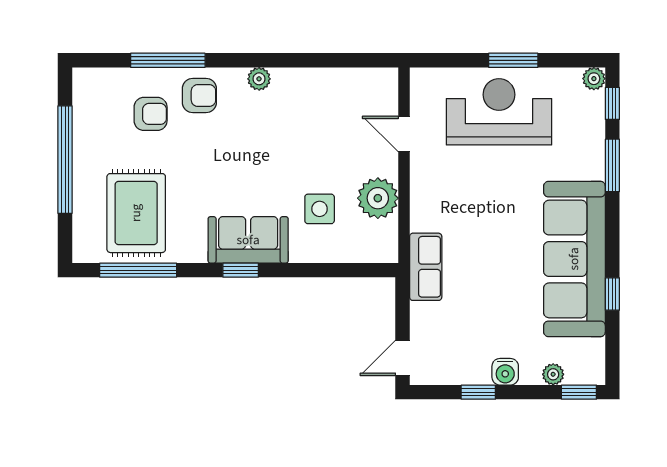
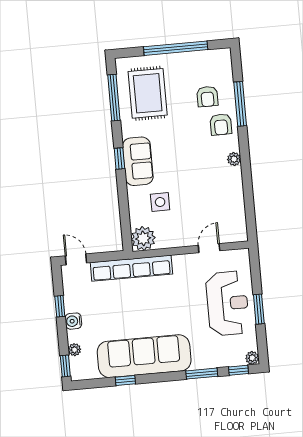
plant: (378, 198) -> (143, 238), moved
rug: (136, 213) -> (148, 93), turned 90
row of seats: (426, 267) -> (131, 268), width x2.02

